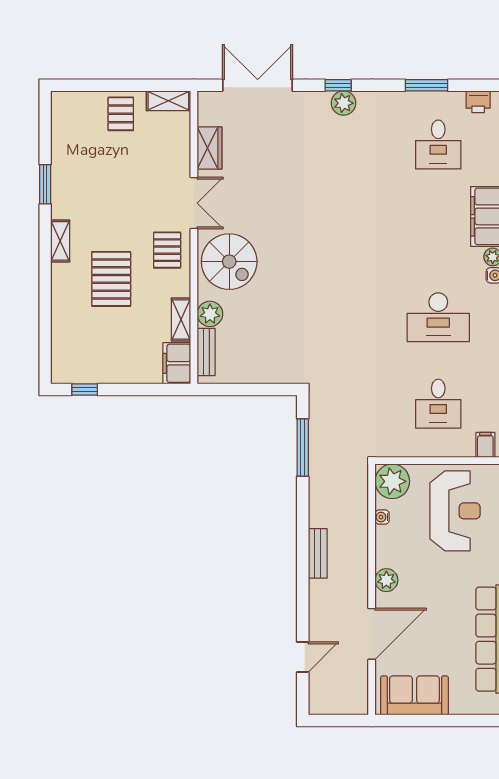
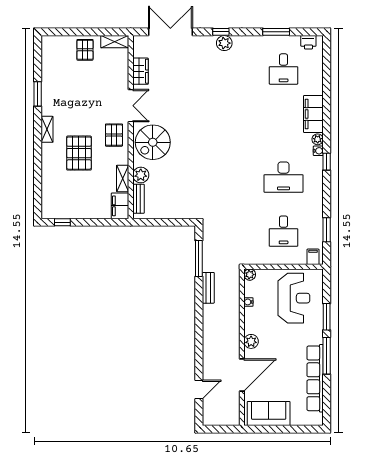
spiral stairs: (229, 262) -> (153, 142), turned 90
plant: (392, 481) -> (250, 275), width x0.53, depth x0.53
bench: (318, 553) -> (208, 288), moved

